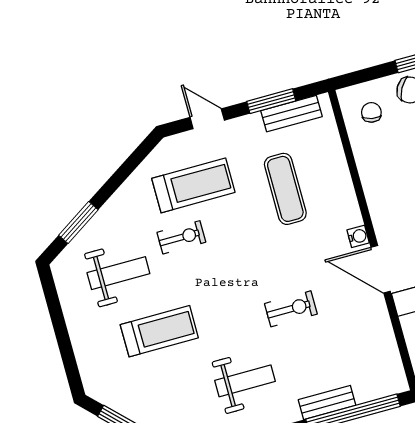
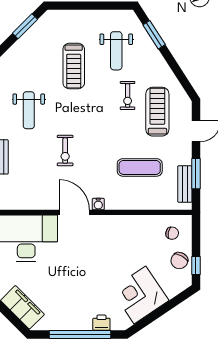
treadmill: (193, 185) -> (157, 112), turned 180
door: (381, 269) -> (74, 212), hinge flipped

